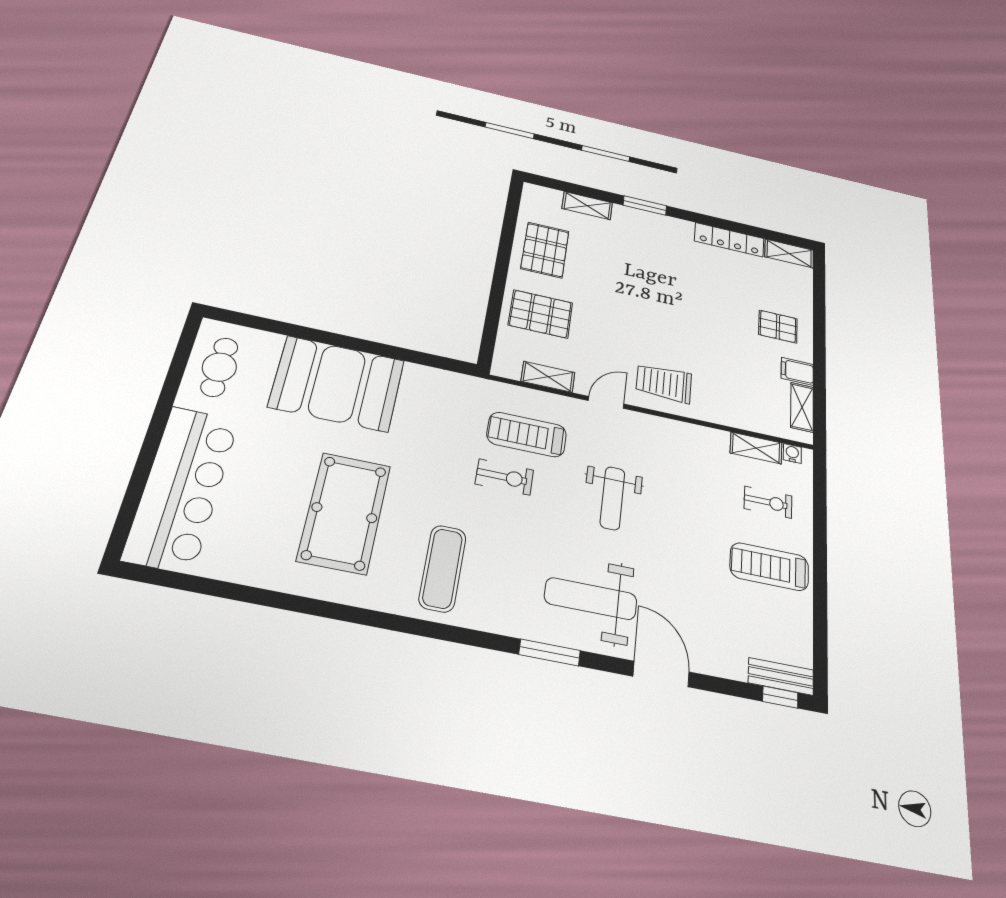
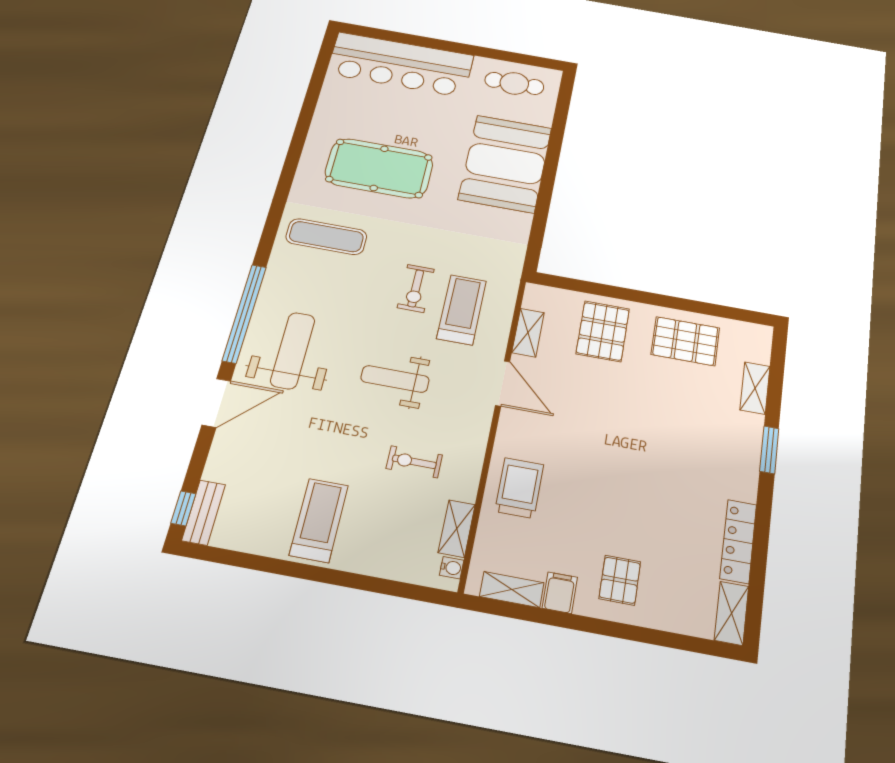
trolley: (664, 383) -> (519, 488), moved
door: (606, 402) -> (503, 383), width x1.37
exercise bike: (768, 502) -> (414, 462), moved, turned 90
window: (550, 652) -> (244, 313), width x2.11

